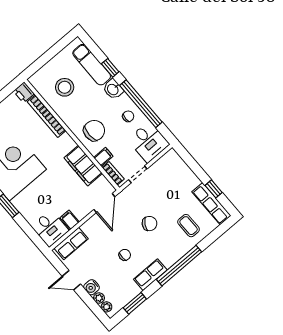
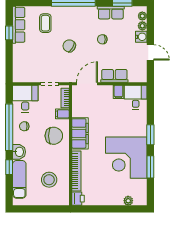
chair: (94, 131) -> (54, 136), turned 180
filing cabinet: (83, 166) -> (80, 133), moved
row of seats: (71, 244) -> (114, 76), moved
row of seats: (150, 275) -> (111, 13), moved

